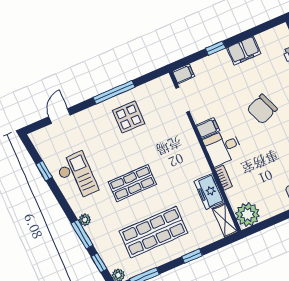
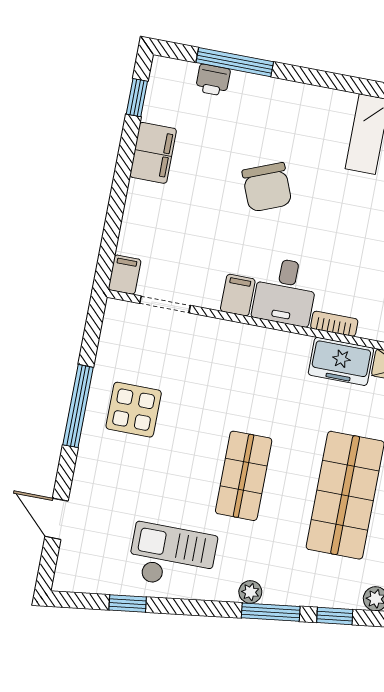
window: (215, 48) -> (137, 98), moved

